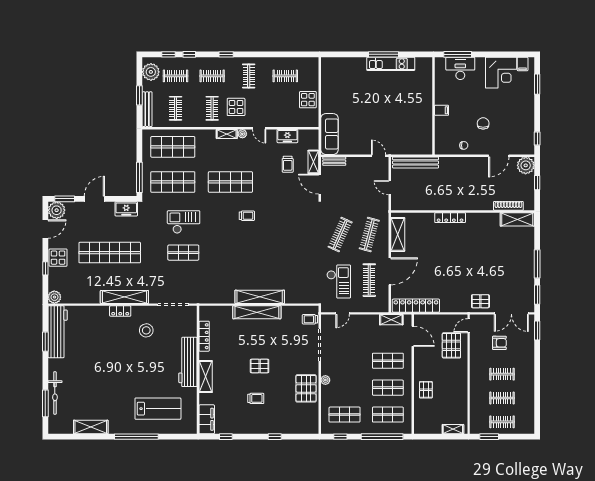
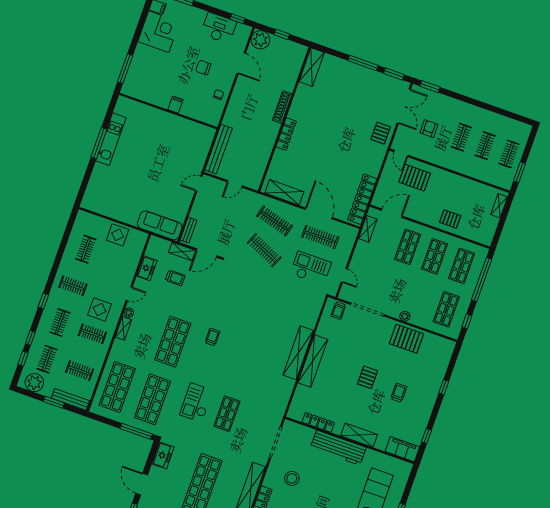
desk: (460, 68) -> (219, 28), moved, turned 90
shoe rack: (508, 206) -> (282, 107), moved

